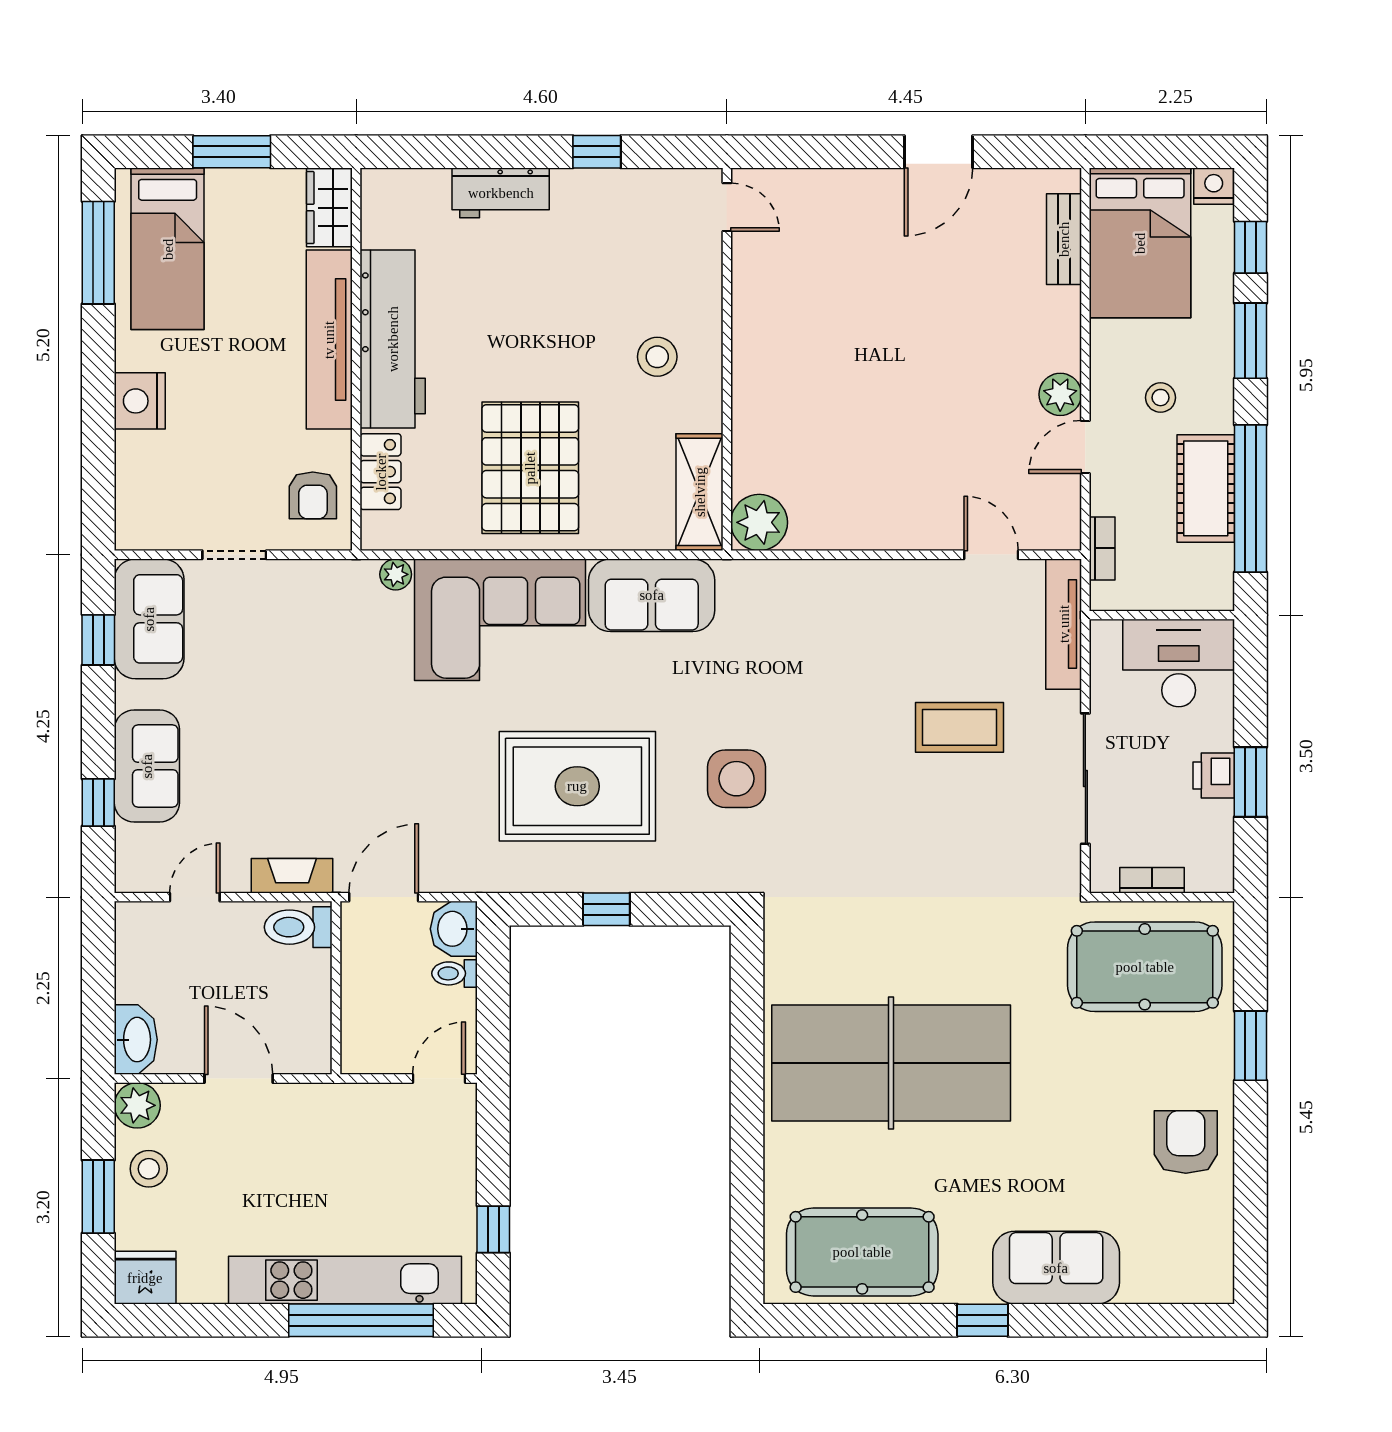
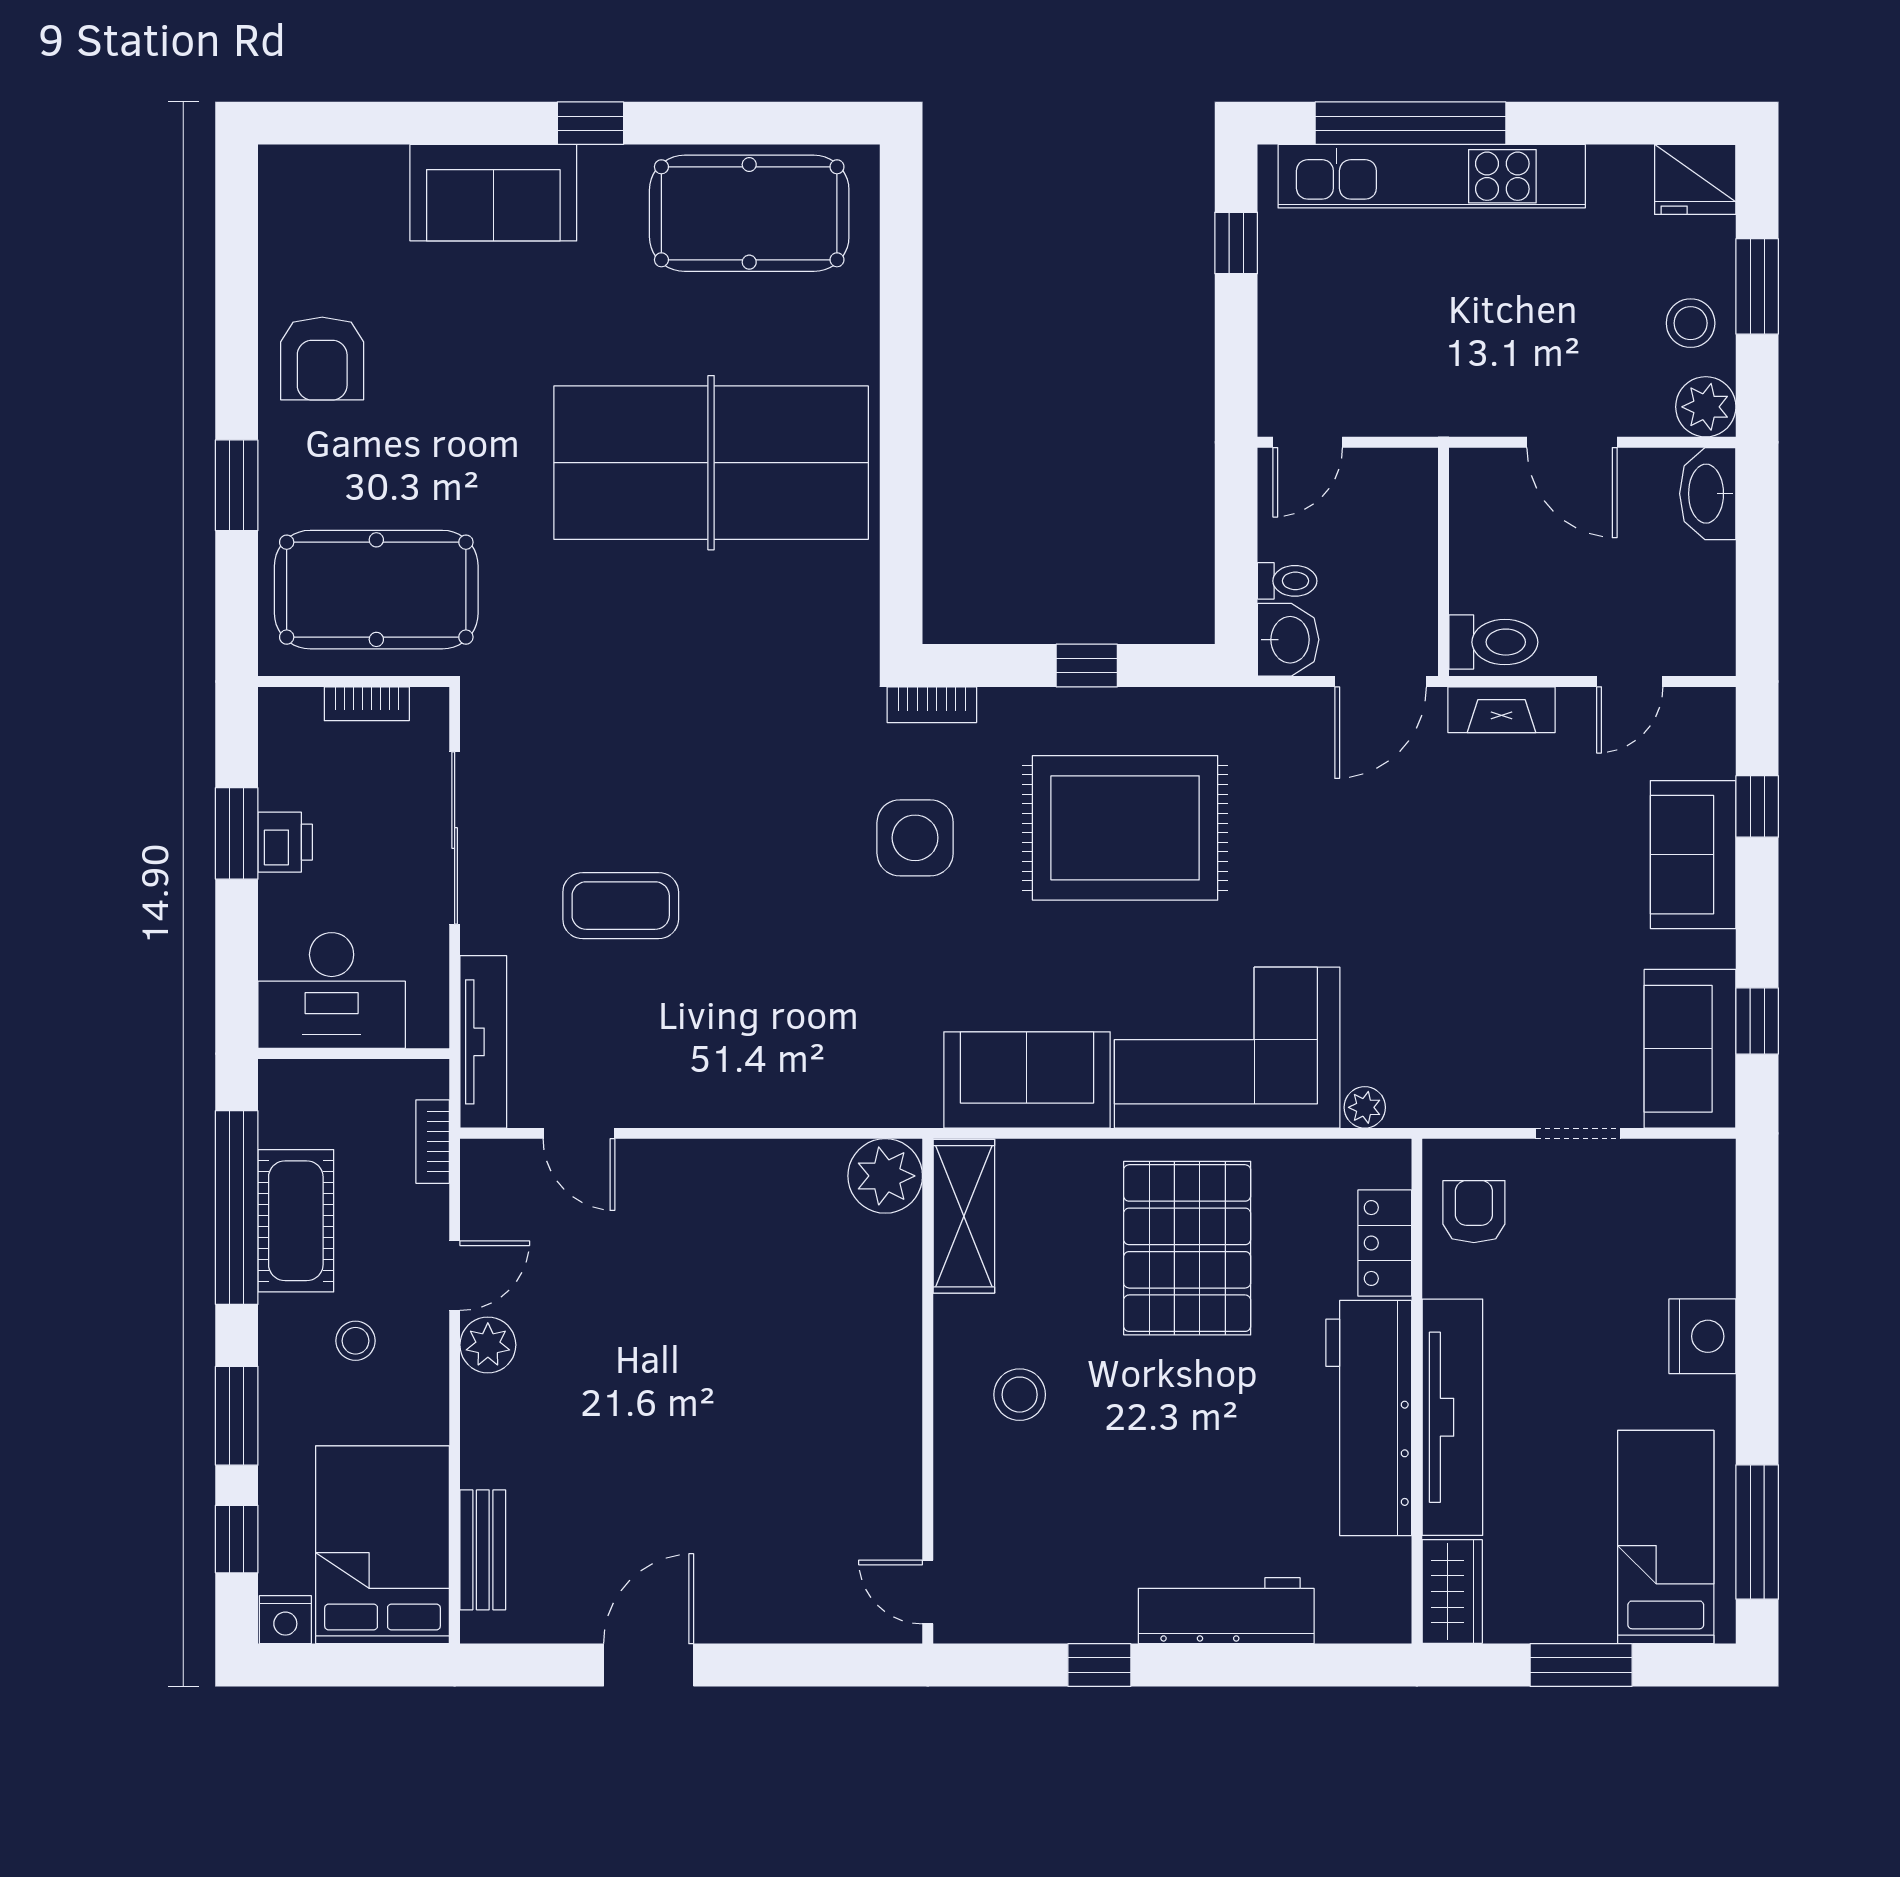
workbench: (501, 193) -> (1226, 1611), width x1.38
bookcase: (724, 880) -> (932, 705), added

